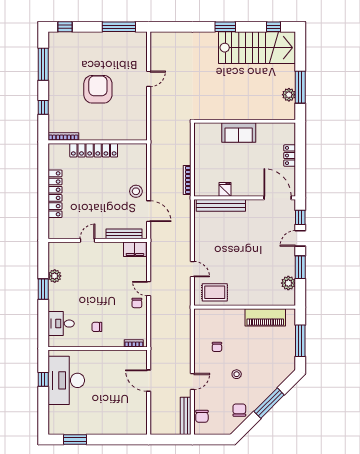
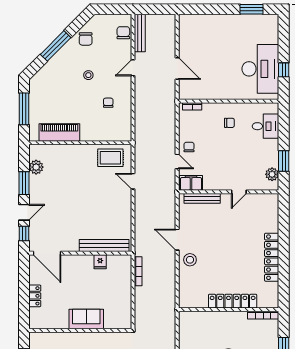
bench: (124, 234) -> (202, 198), moved
door: (88, 240) -> (239, 192), moved
wall: (98, 240) -> (229, 192), moved
filing cabinet: (135, 249) -> (191, 183), moved

